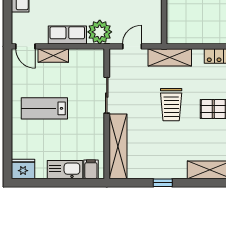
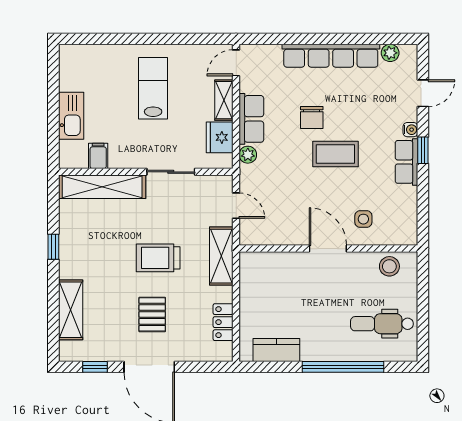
plant: (100, 32) -> (248, 155), width x0.53, depth x0.53
fridge: (23, 169) -> (220, 137), moved, turned 180
filing cabinet: (91, 169) -> (98, 156), moved, turned -90

